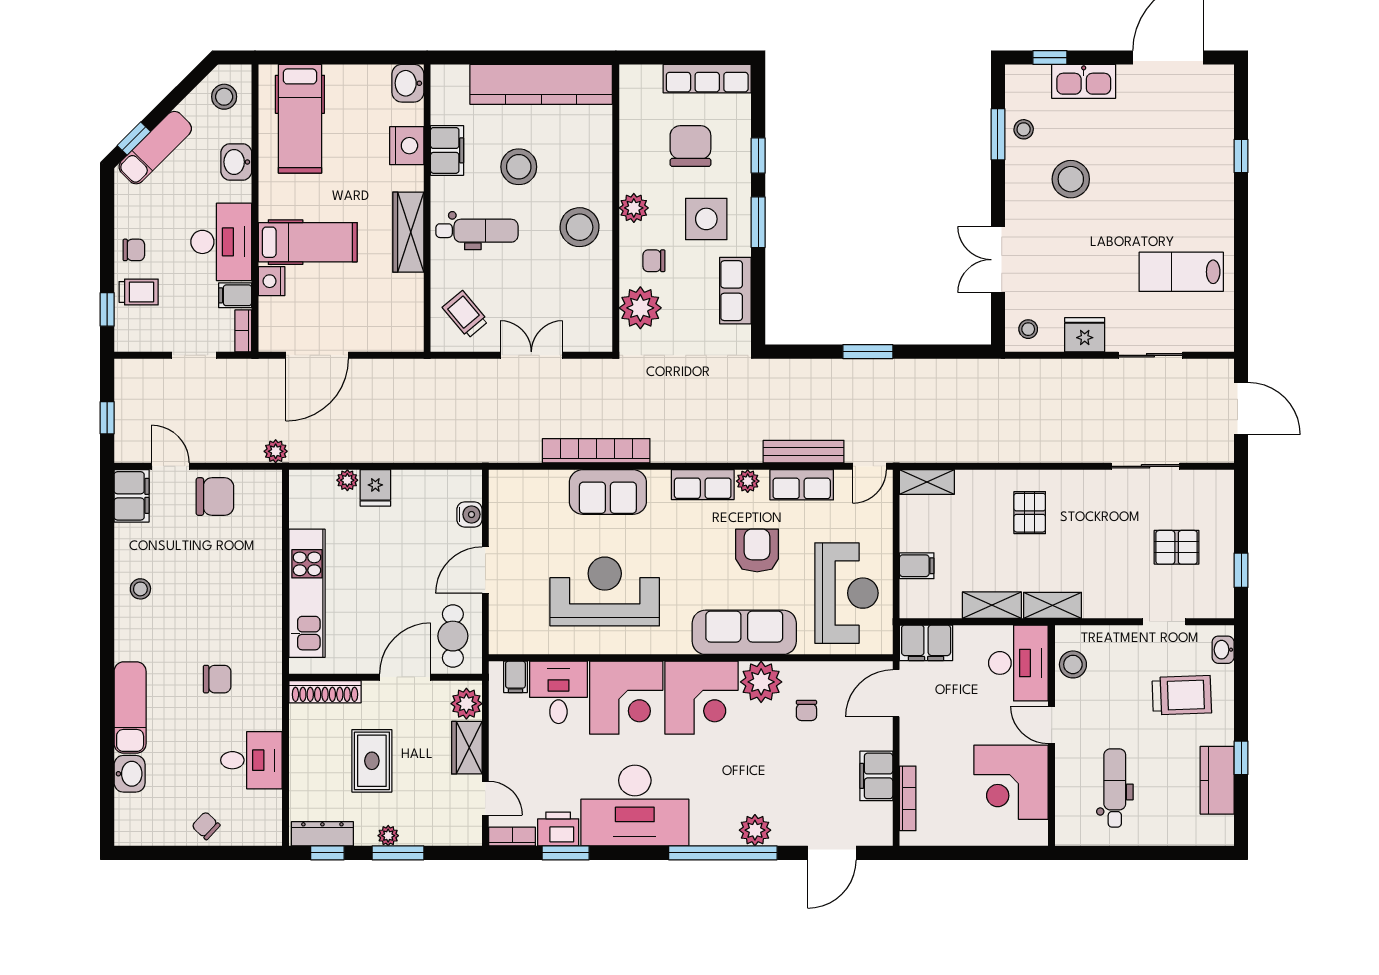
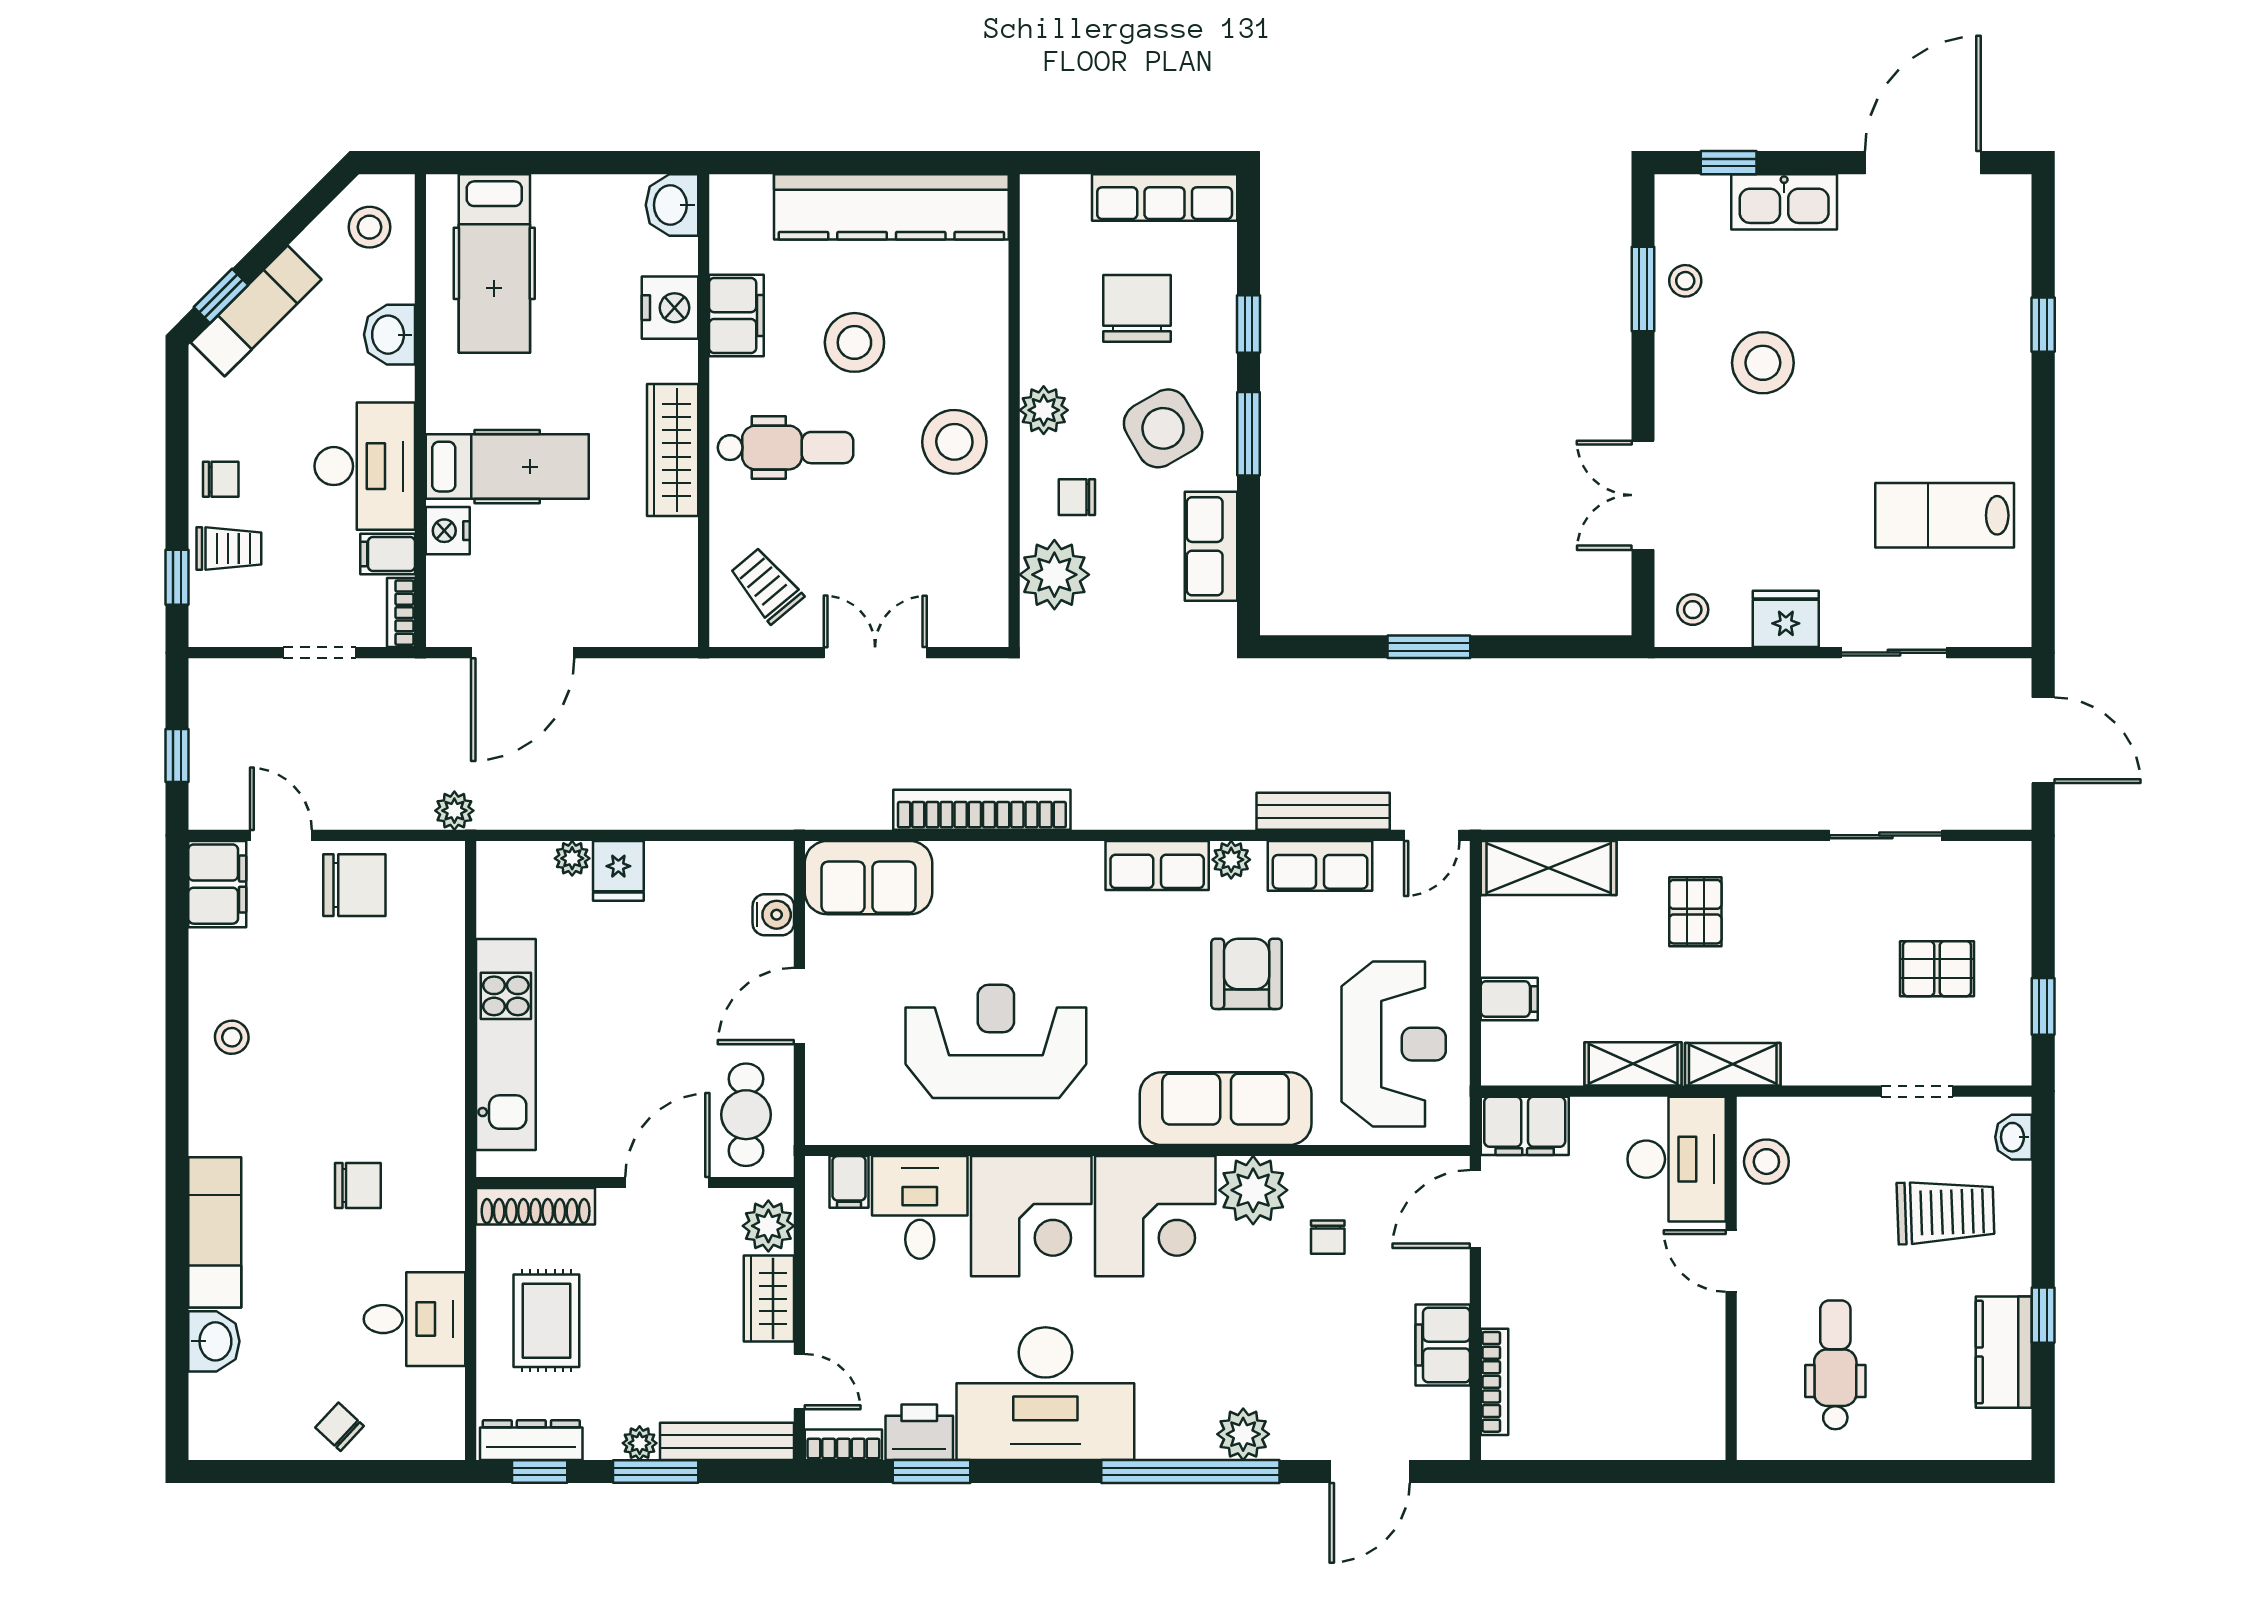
side table: (706, 219) -> (1163, 428), turned -30
shelving: (927, 482) -> (1549, 868), width x1.50, depth x1.33
sofa: (608, 492) -> (869, 878), moved
rug: (372, 761) -> (546, 1321), moved
corner desk: (1011, 782) -> (1665, 1355), removed
bench: (441, 835) -> (727, 1441), added

